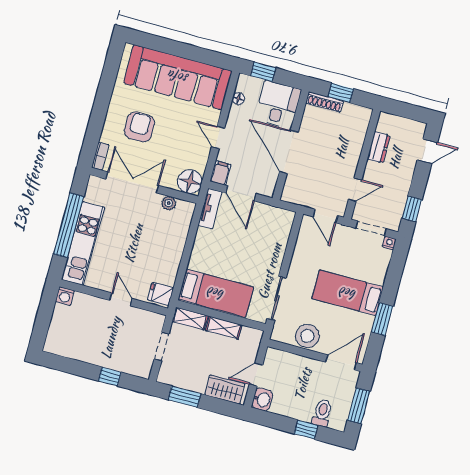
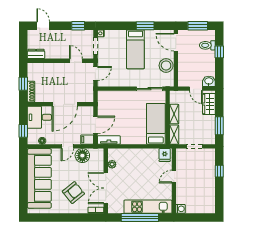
armchair: (139, 127) -> (73, 193), turned 141
dresser: (379, 147) -> (36, 54), moved
floor lamp: (190, 182) -> (82, 156), moved

